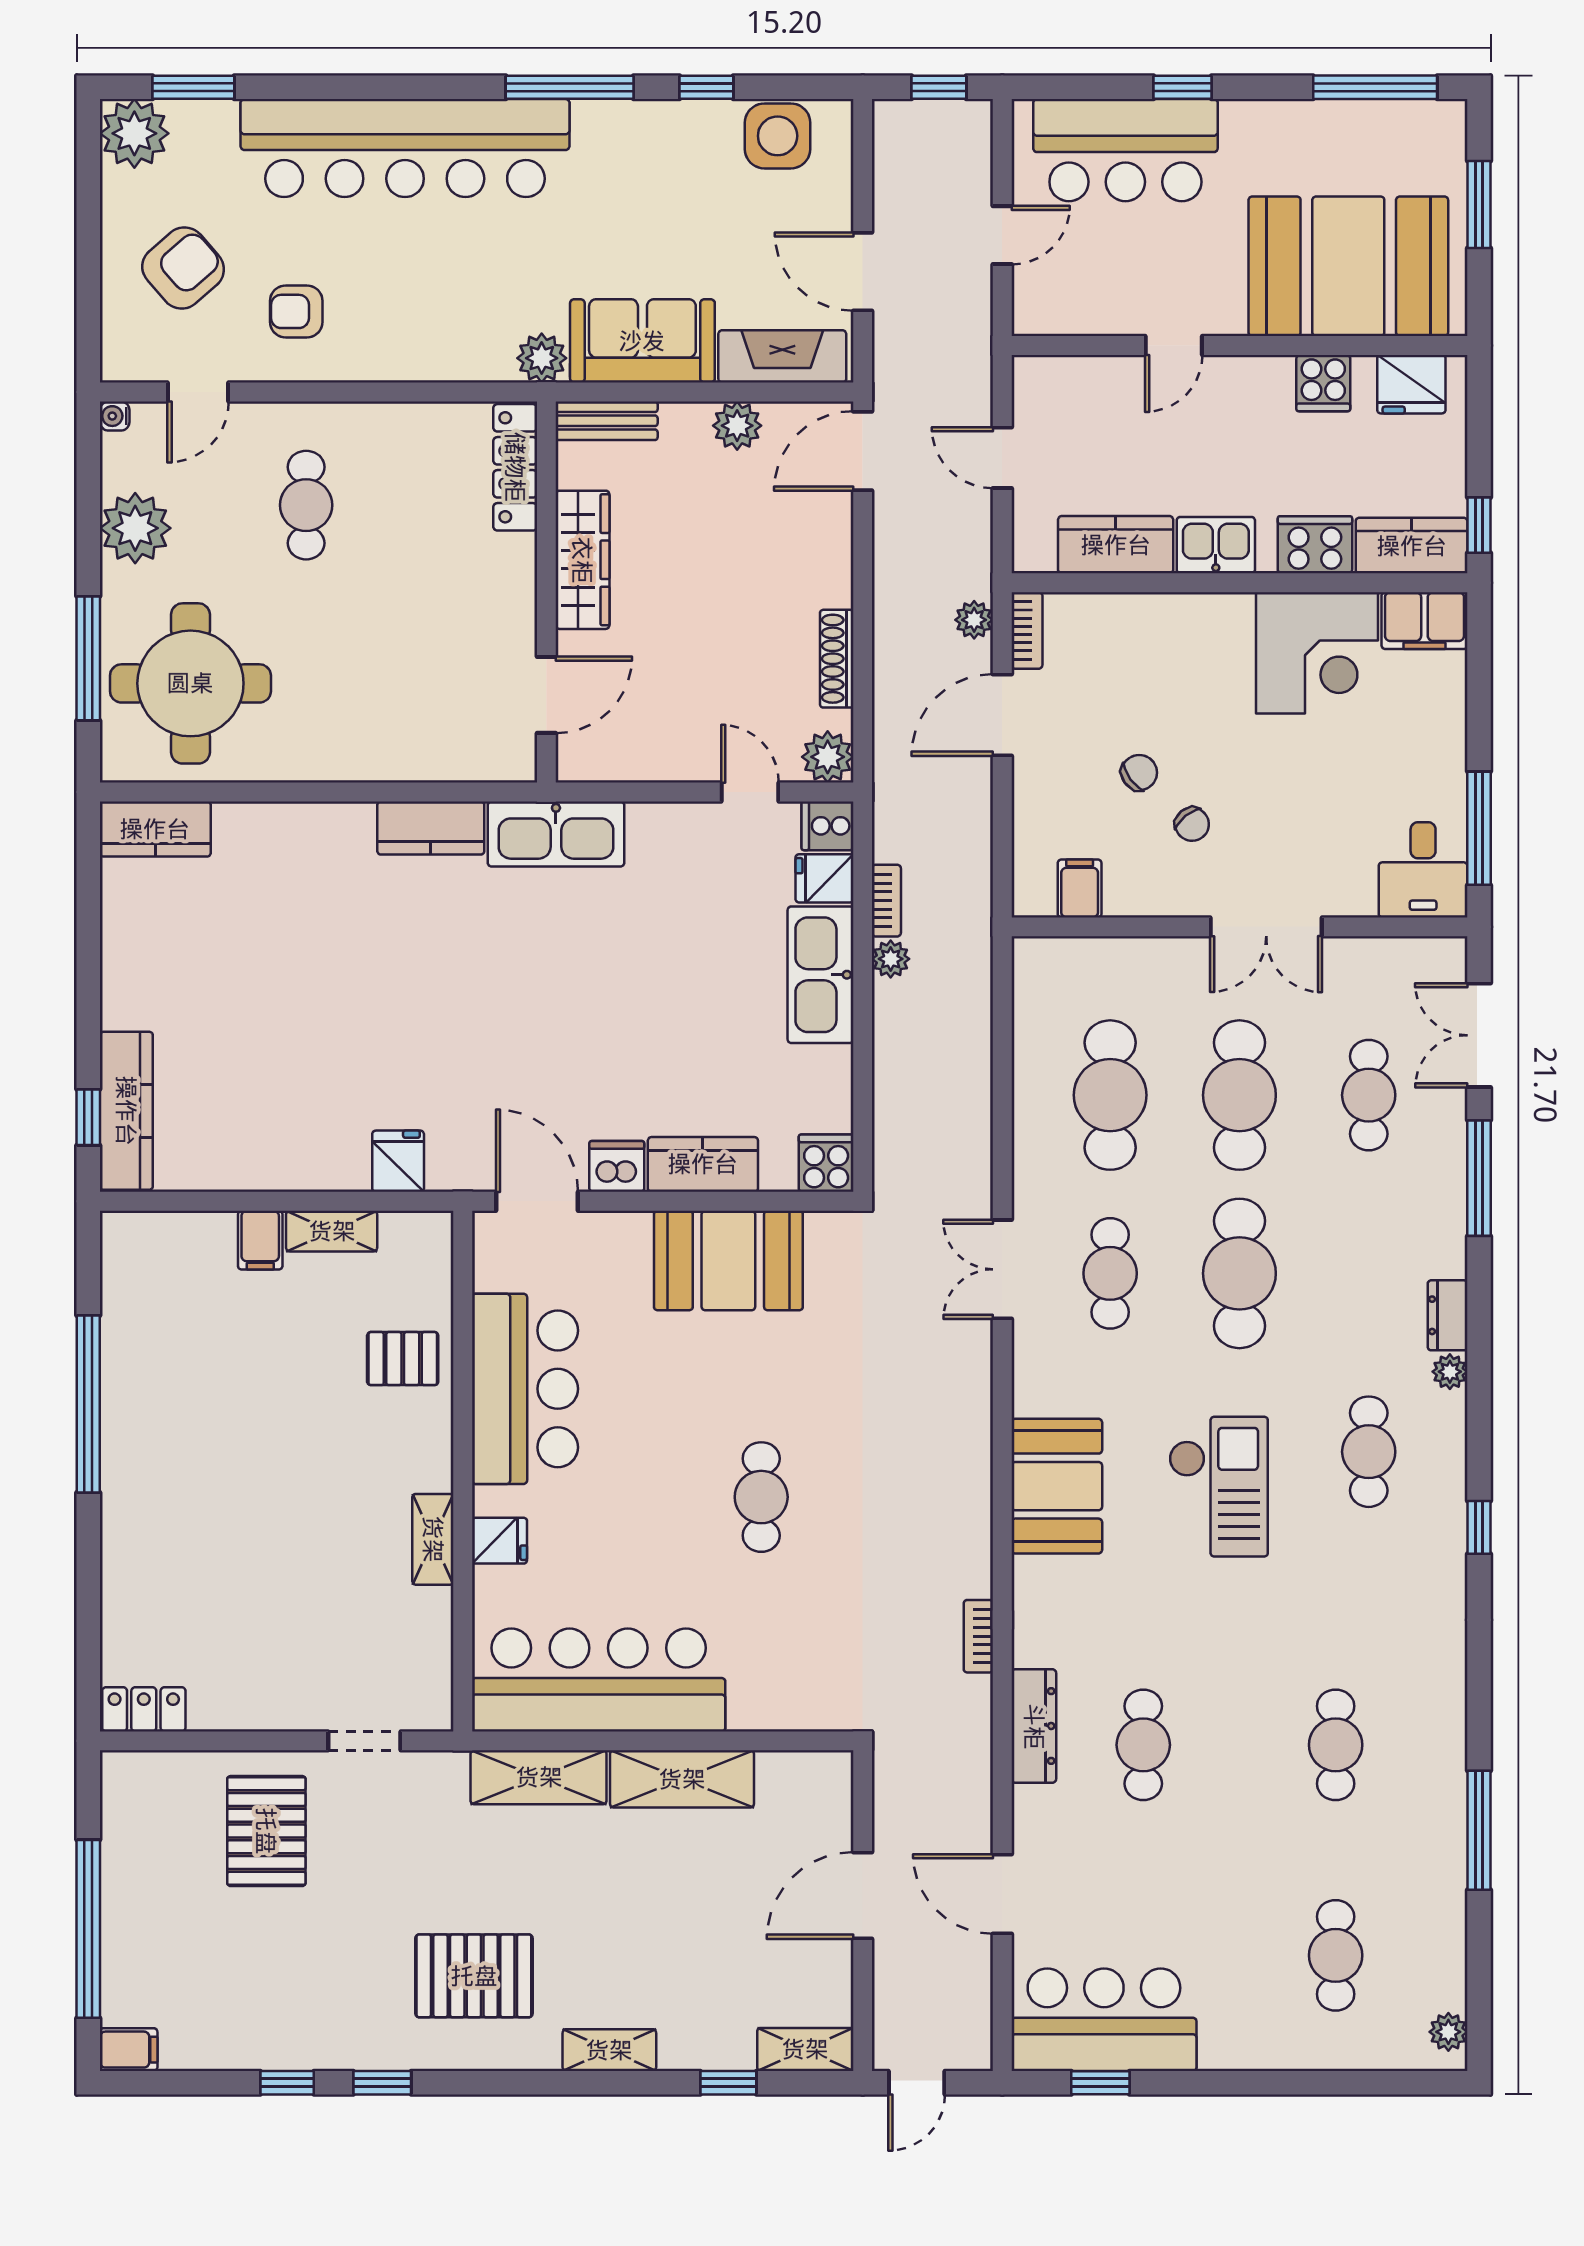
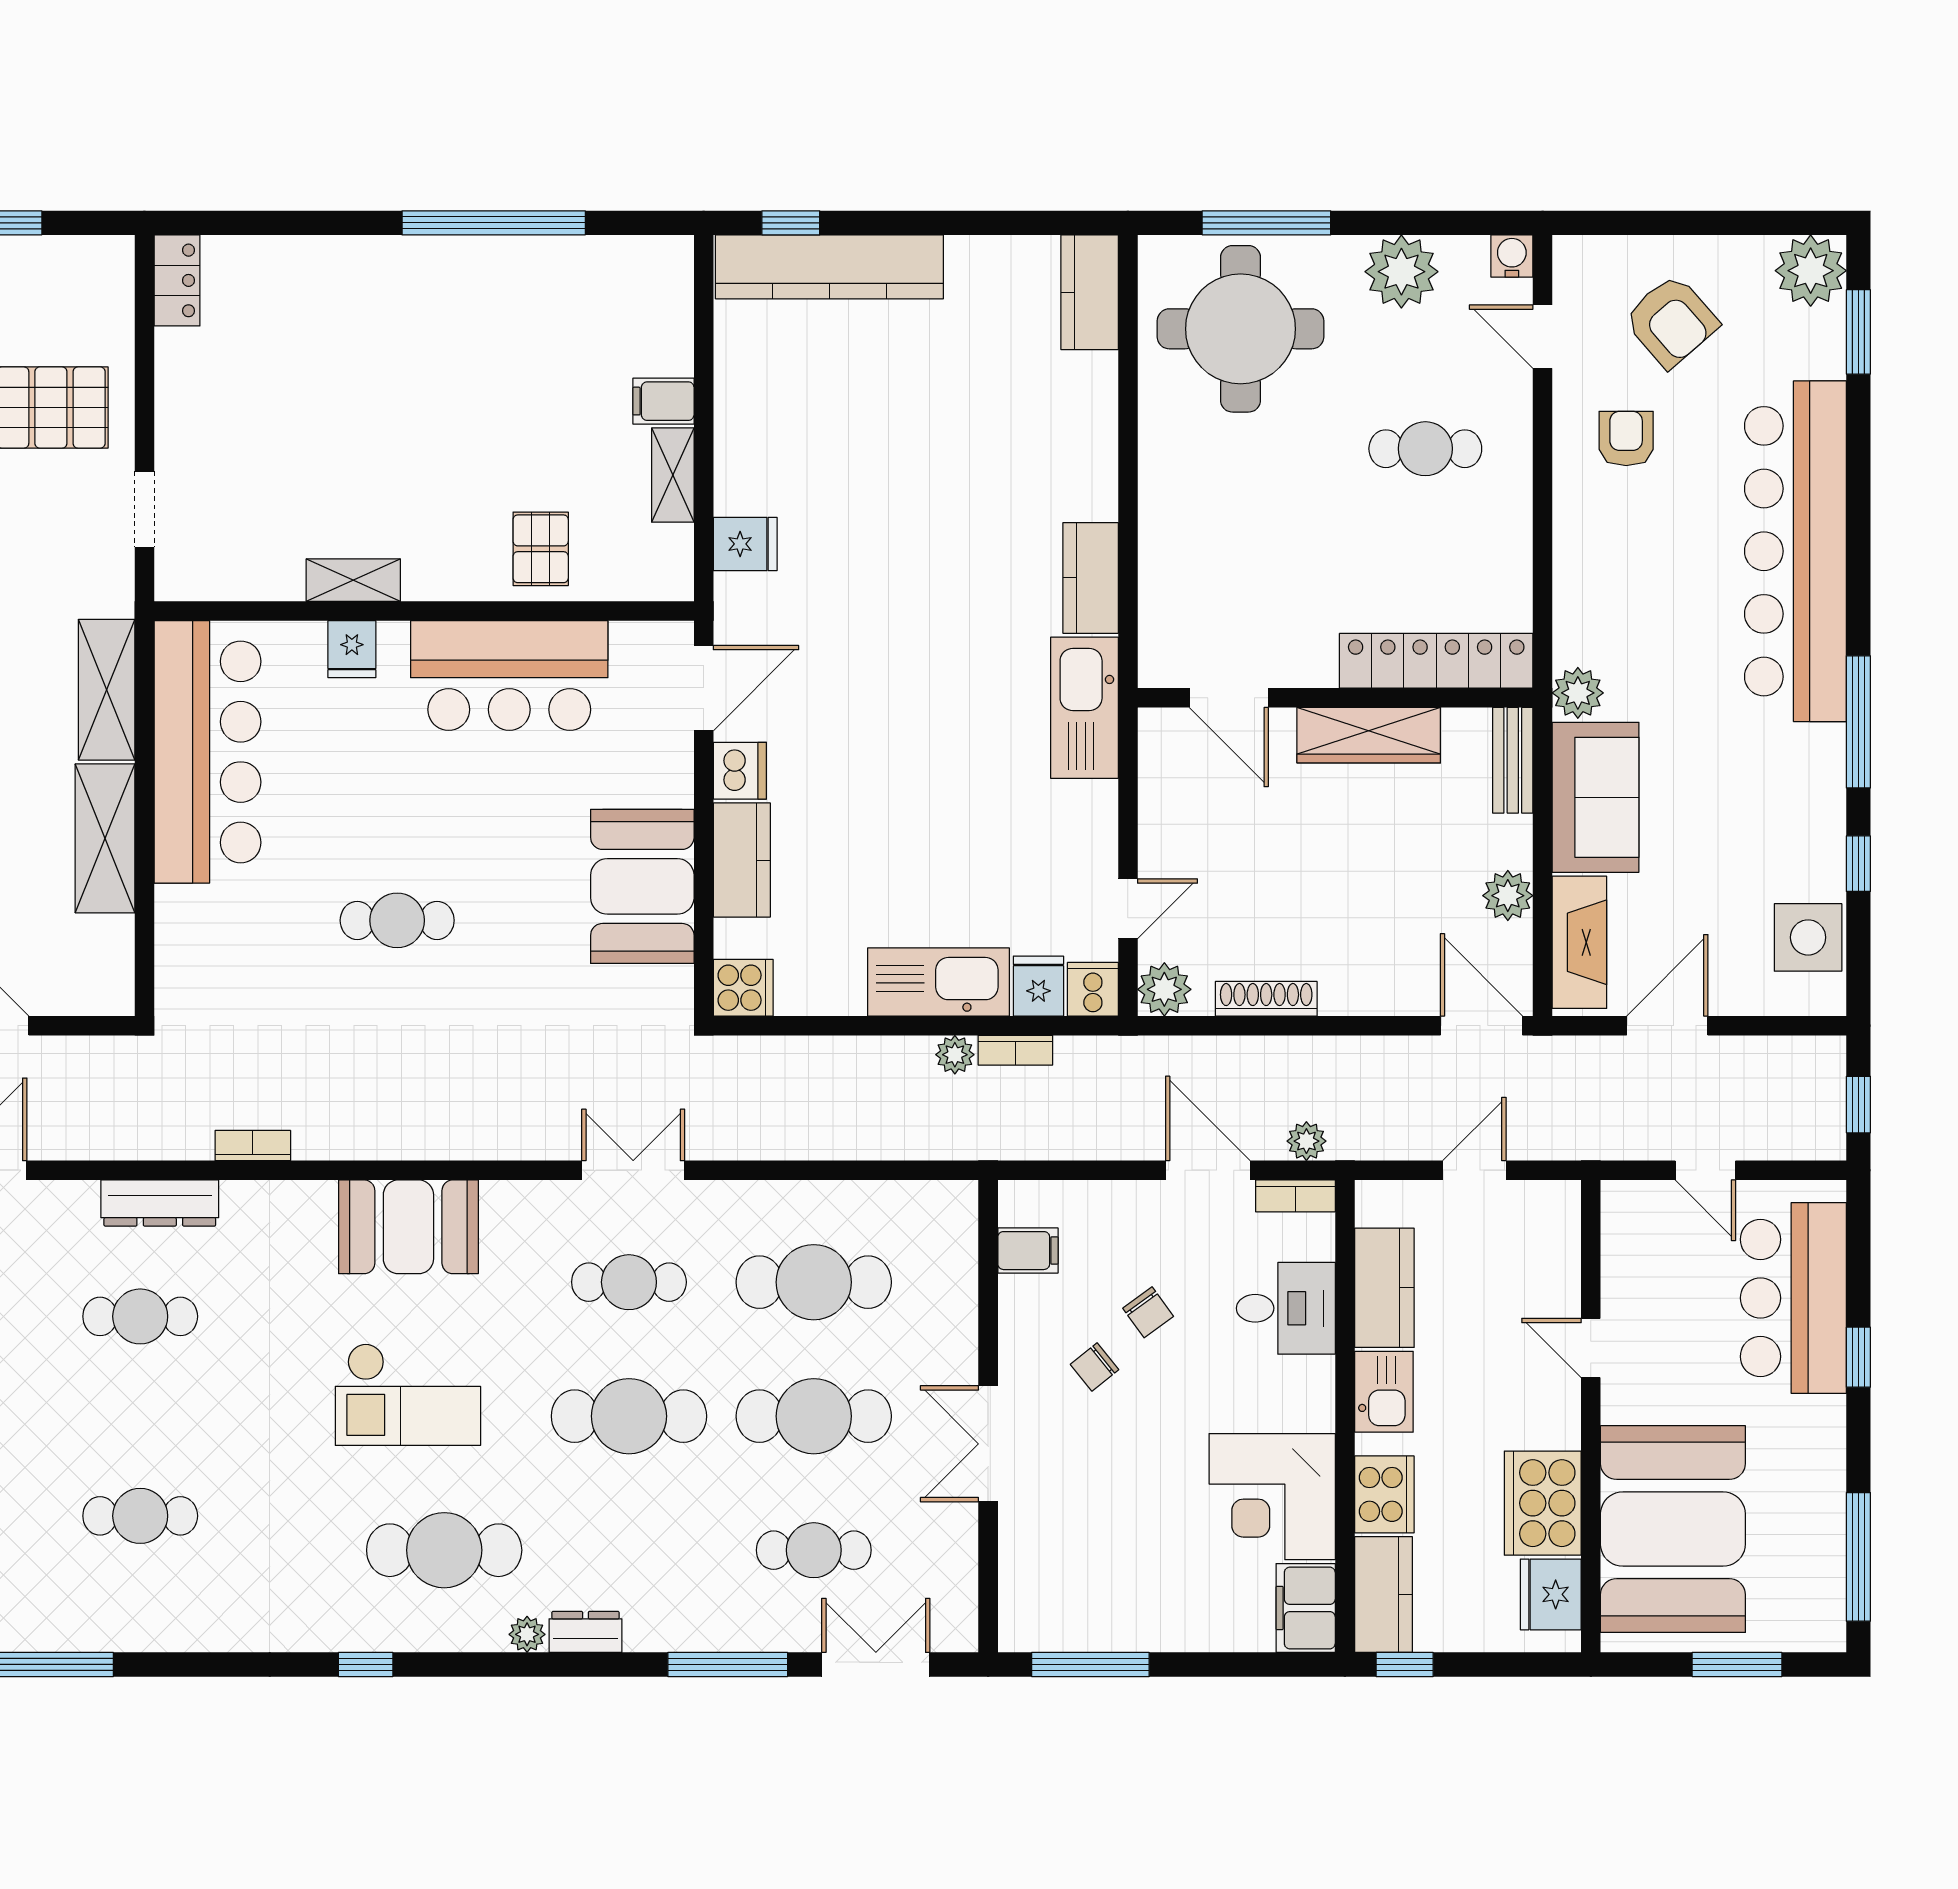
cooker: (1323, 383) -> (1543, 1503), width x1.87, depth x1.31
water cooler: (115, 416) -> (1512, 256), width x1.38, depth x1.38
locker: (515, 467) -> (1436, 661), width x1.41, depth x1.21
desk: (1423, 870) -> (1286, 1308), moved, turned 180
kitchen counter: (126, 1111) -> (829, 267), width x1.39, depth x1.17
cafe table: (1369, 1452) -> (444, 1550), width x1.37, depth x1.35

